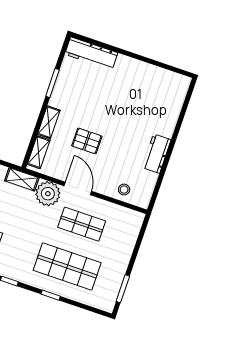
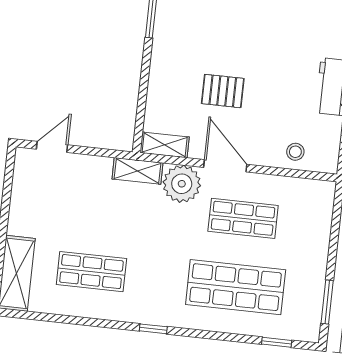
shelving: (49, 122) -> (159, 75), removed
shelving: (39, 152) -> (165, 145), moved, turned 90
window: (51, 295) -> (277, 342), moved

